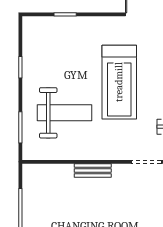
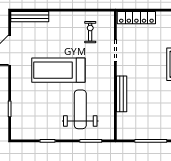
treadmill: (119, 82) -> (58, 70), turned 180
bench: (93, 171) -> (122, 94), width x1.36

